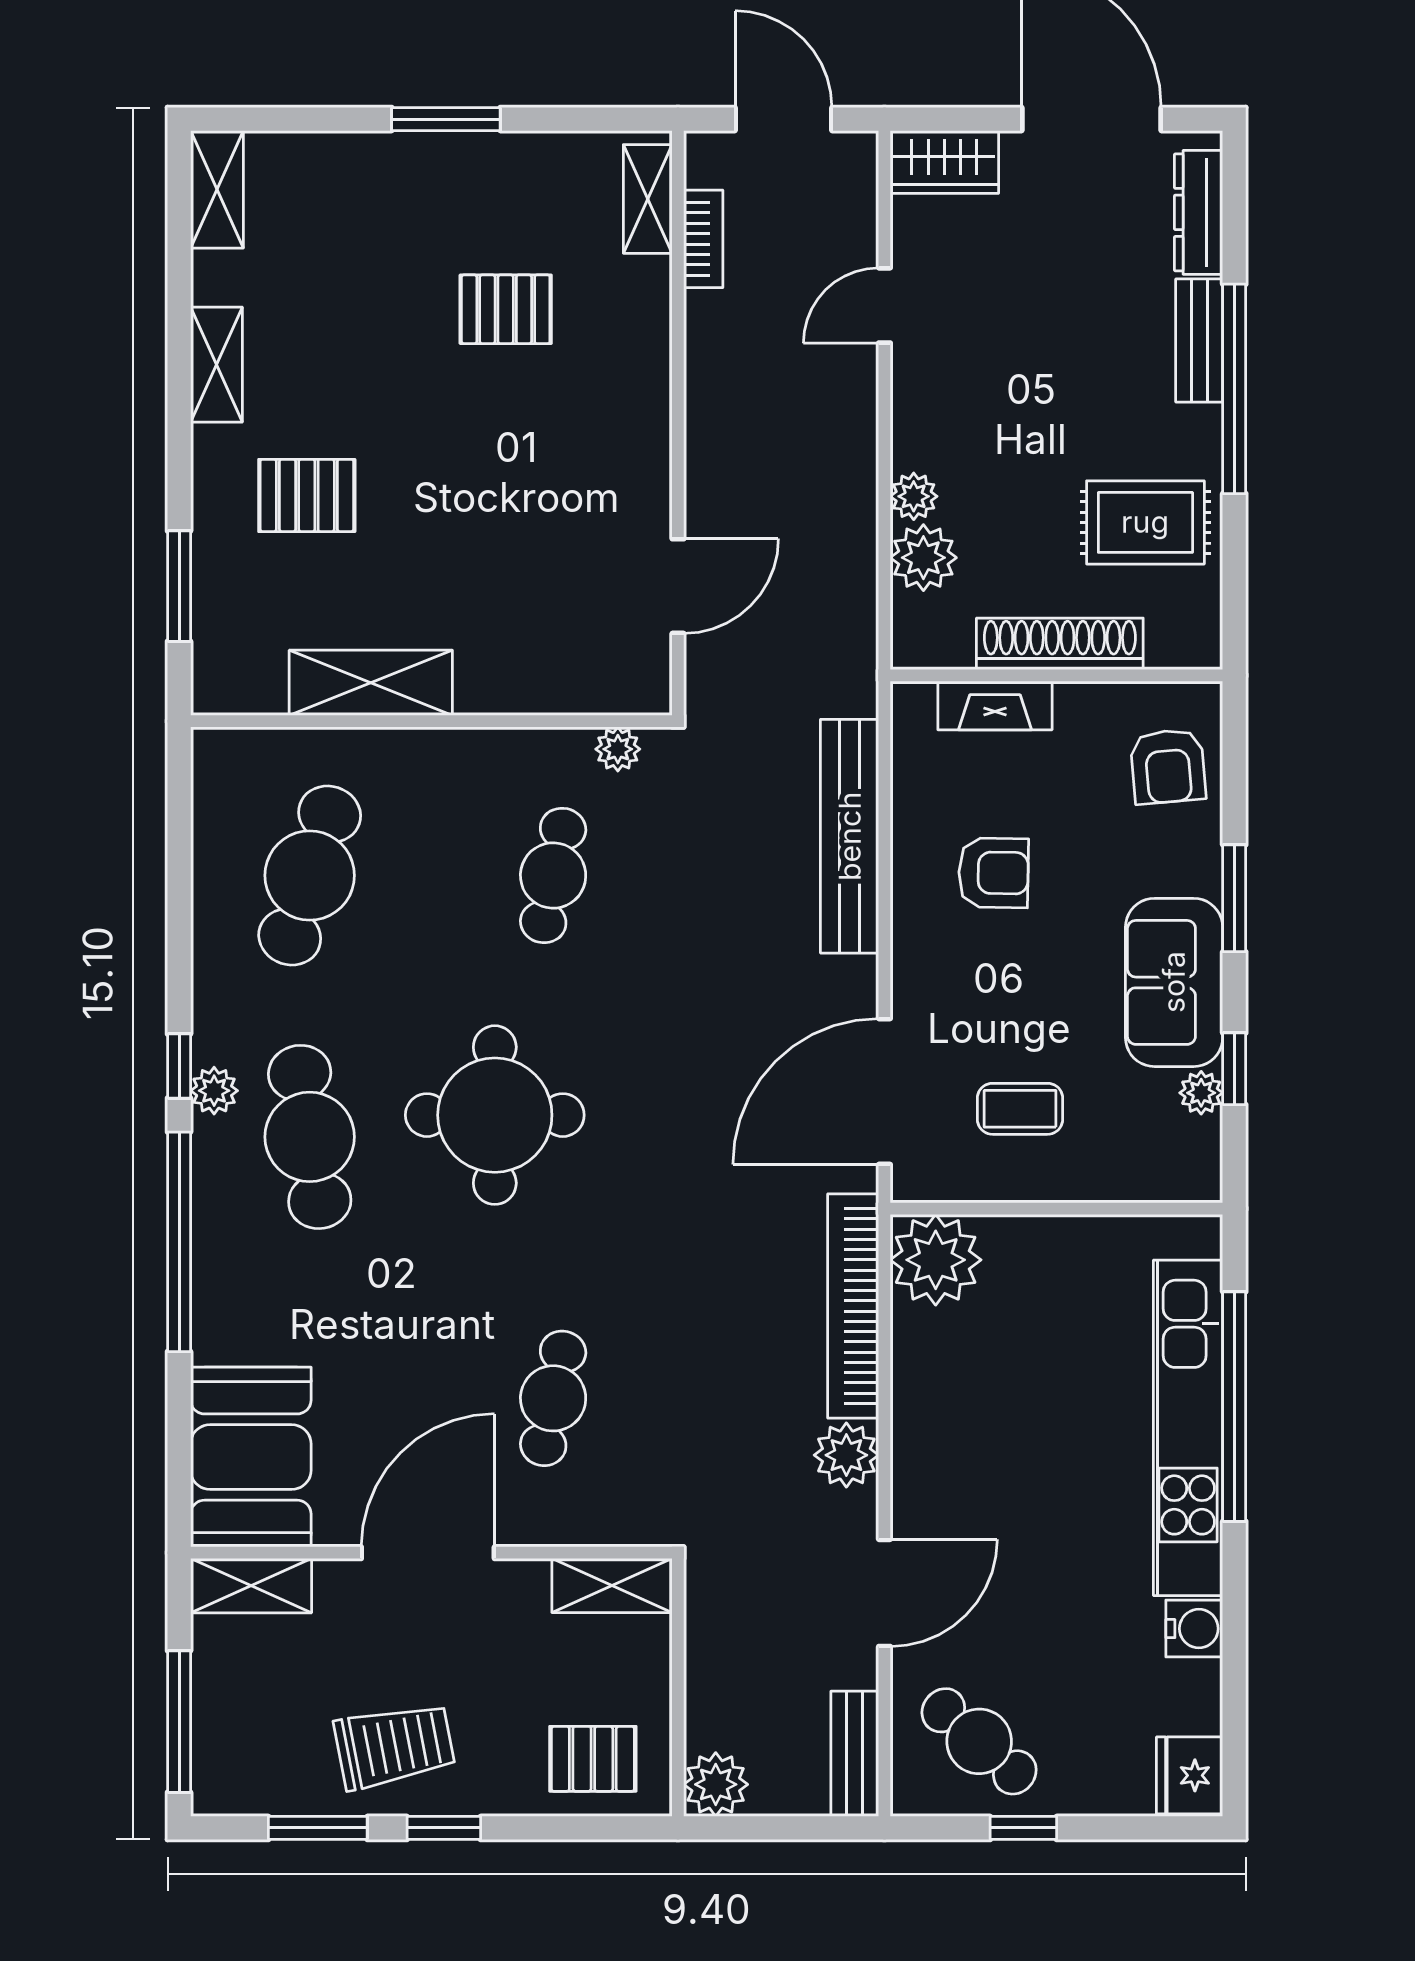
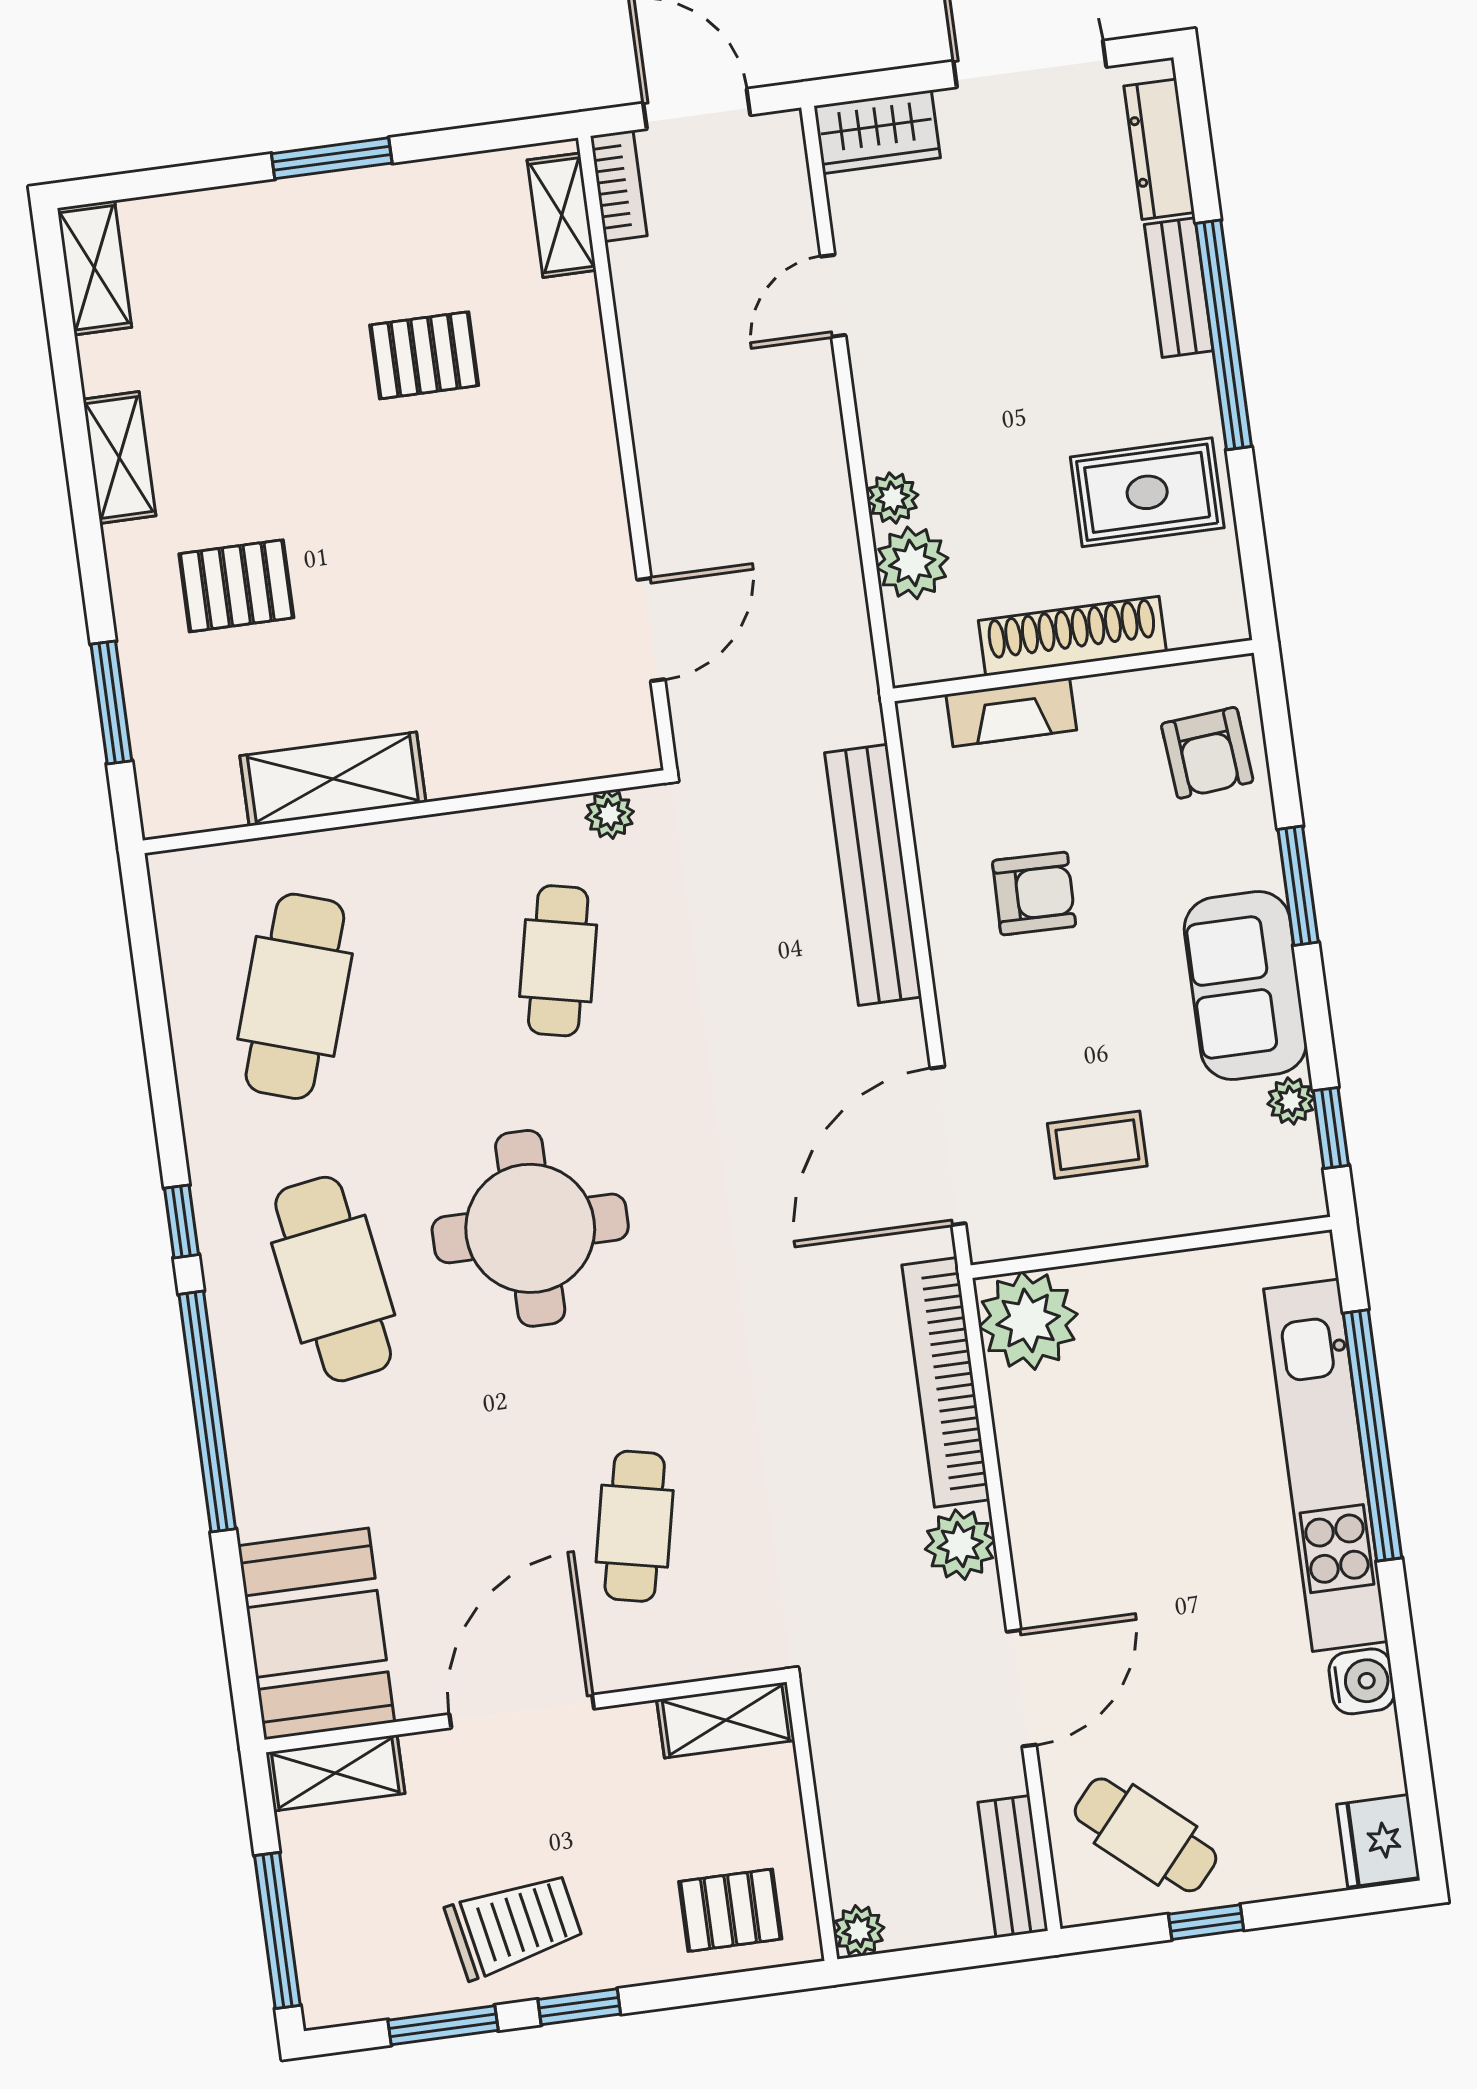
bookcase: (703, 239) -> (619, 186), moved
window: (1234, 1069) -> (1331, 1128), moved
plant: (214, 1091) -> (223, 1243), removed
plant: (716, 1784) -> (859, 1931), width x0.73, depth x0.73

